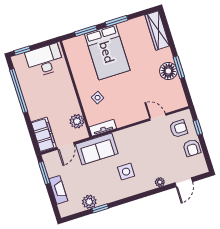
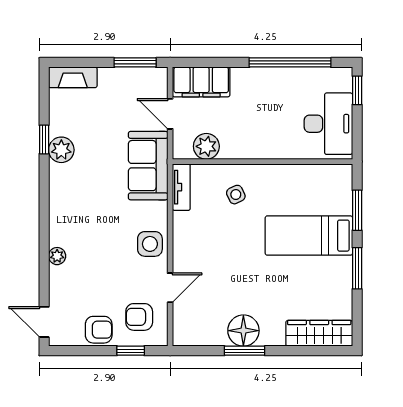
bed: (107, 52) -> (309, 236), width x0.67
armchair: (178, 129) -> (139, 317), turned 90
armchair: (192, 148) -> (99, 330), turned 180
side table: (126, 172) -> (150, 244), moved
door: (184, 182) -> (44, 322), moved
fireplace: (58, 190) -> (73, 77), moved
plant: (89, 202) -> (61, 150), moved

